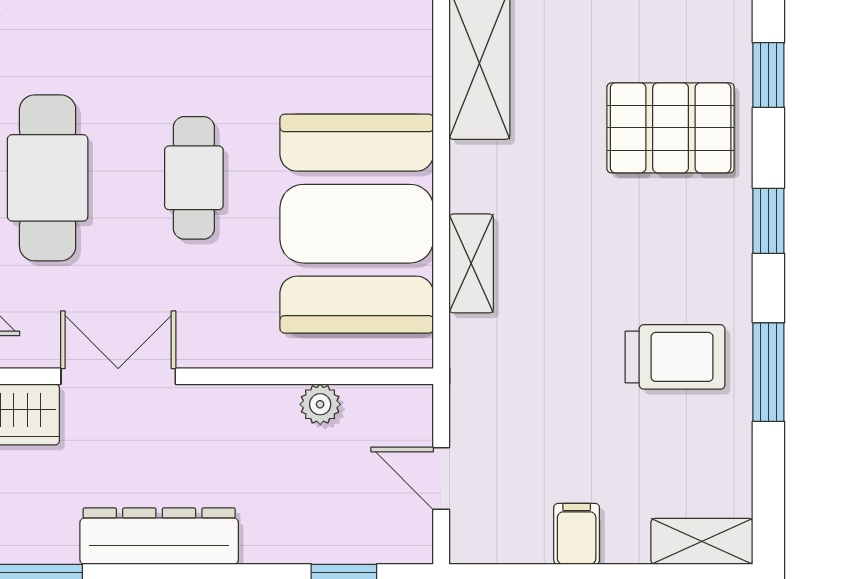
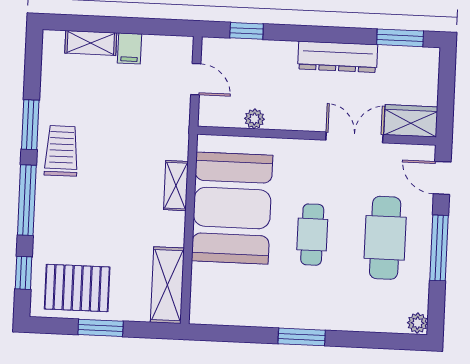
pallet: (671, 128) -> (77, 288), moved
window: (768, 221) -> (27, 200), width x2.17
trolley: (675, 357) -> (61, 151), moved, turned 90
double door: (118, 376) -> (354, 137), swing flipped
shelving: (702, 541) -> (91, 43), moved

